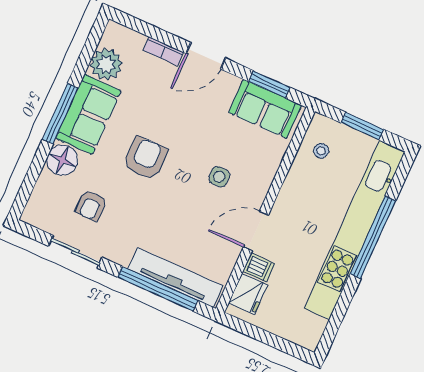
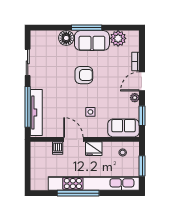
door: (206, 56) -> (142, 81), hinge flipped
plant: (230, 83) -> (135, 98), added
sofa: (265, 109) -> (123, 128), moved, turned 90
armchair: (91, 206) -> (52, 60), removed
window: (373, 237) -> (78, 193), moved
fridge: (248, 294) -> (94, 149), moved

